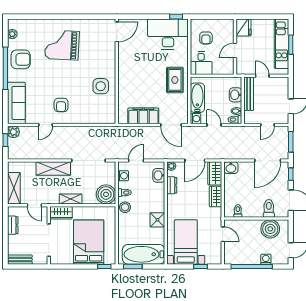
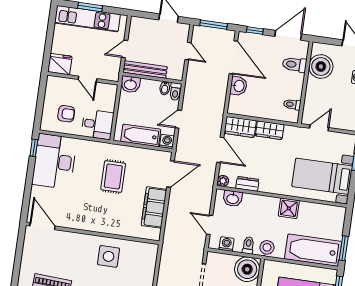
rug: (175, 80) -> (113, 176), moved, turned 90
washbasin: (236, 95) -> (130, 84), moved
washbasin: (231, 168) -> (239, 86), moved
bathtub: (144, 254) -> (313, 250), moved, turned 90

